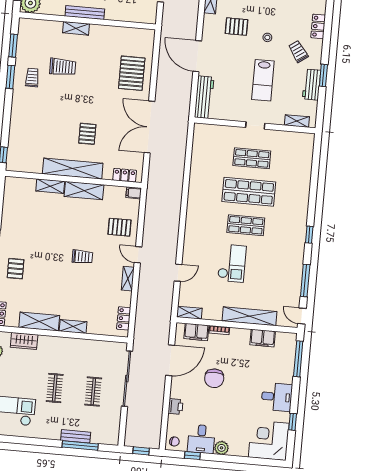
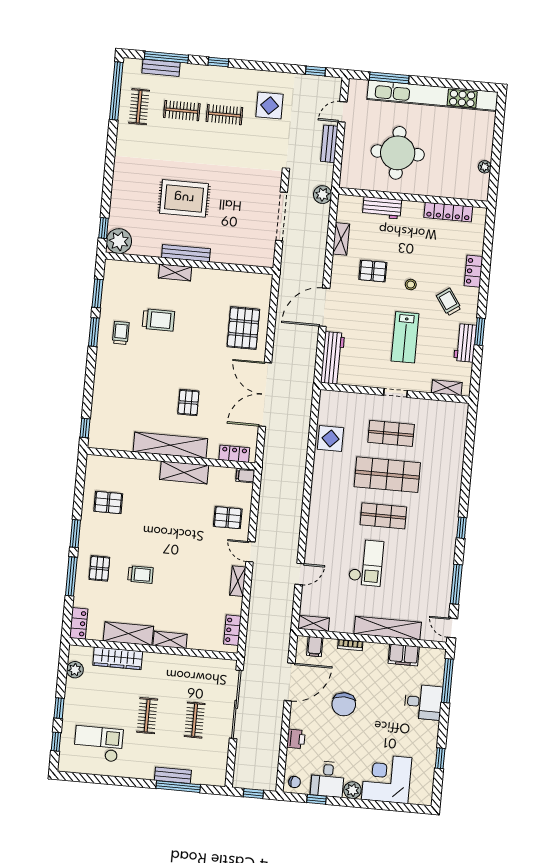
door: (197, 56) -> (324, 307), hinge flipped
display table: (203, 163) -> (331, 438), added
shelving: (50, 186) -> (143, 467), removed
pallet: (22, 215) -> (108, 502), added
trolley: (82, 257) -> (141, 575), moved
filing cabinet: (196, 332) -> (315, 646), width x0.50
wardrobe: (24, 341) -> (118, 658), width x1.50
desk: (277, 397) -> (423, 702), moved
corner desk: (269, 440) -> (387, 779), moved

